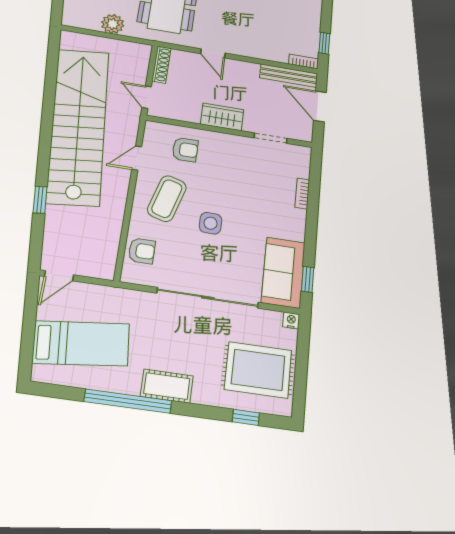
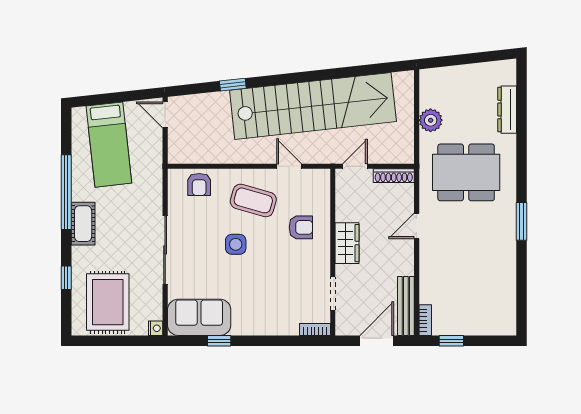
armchair: (185, 150) -> (301, 227), moved, turned -90
bookcase: (302, 194) -> (315, 329), moved
window: (308, 279) -> (219, 341), moved
sliding door: (208, 298) -> (165, 250), width x0.73
window: (246, 417) -> (66, 278), moved

